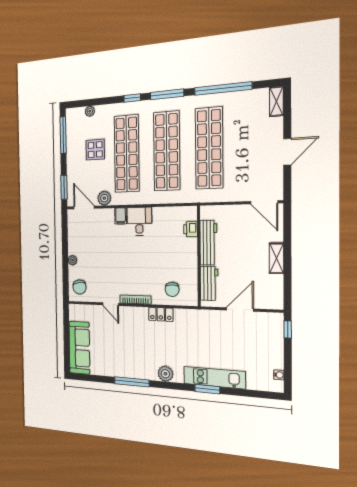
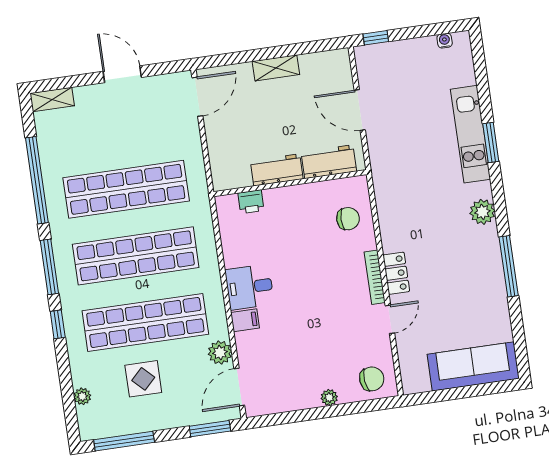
workbench: (208, 243) -> (277, 170), width x0.73
locker: (161, 314) -> (396, 273), moved

